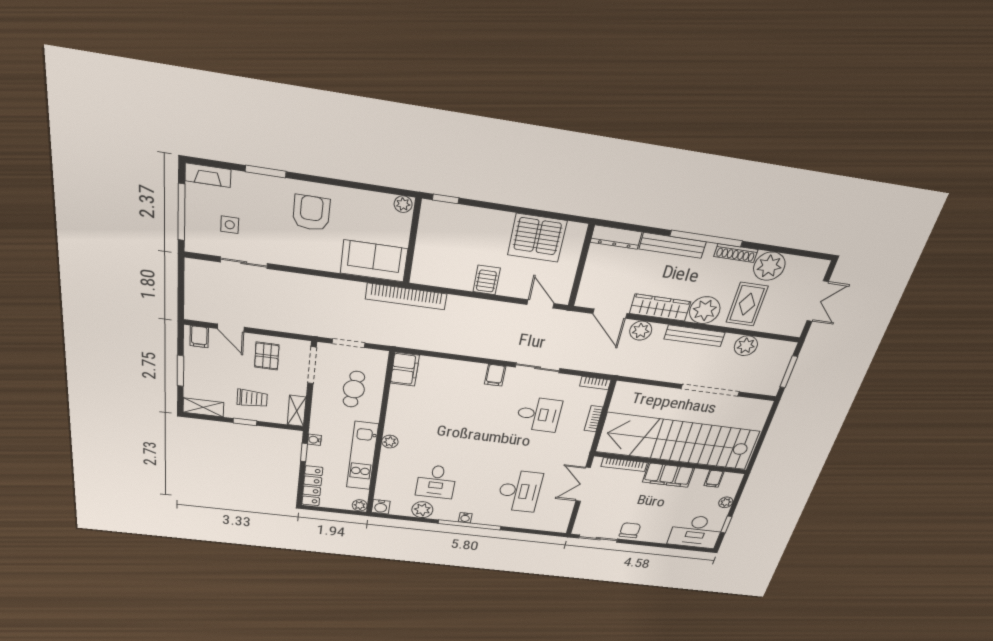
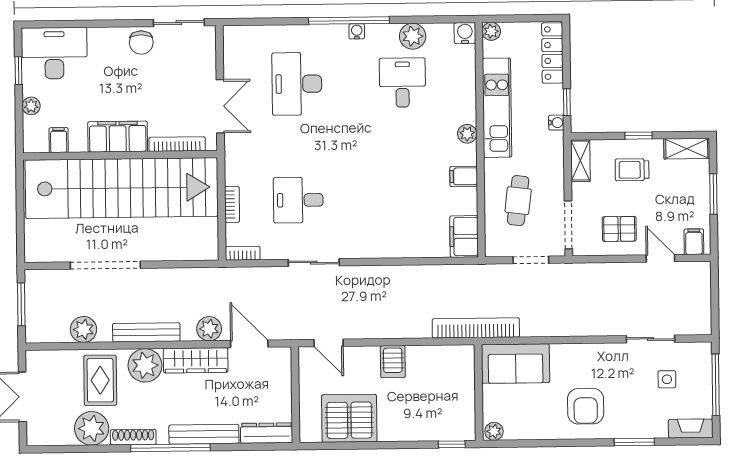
pallet: (267, 356) -> (619, 229), turned 90
filing cabinet: (495, 375) -> (464, 176), moved, turned -90

